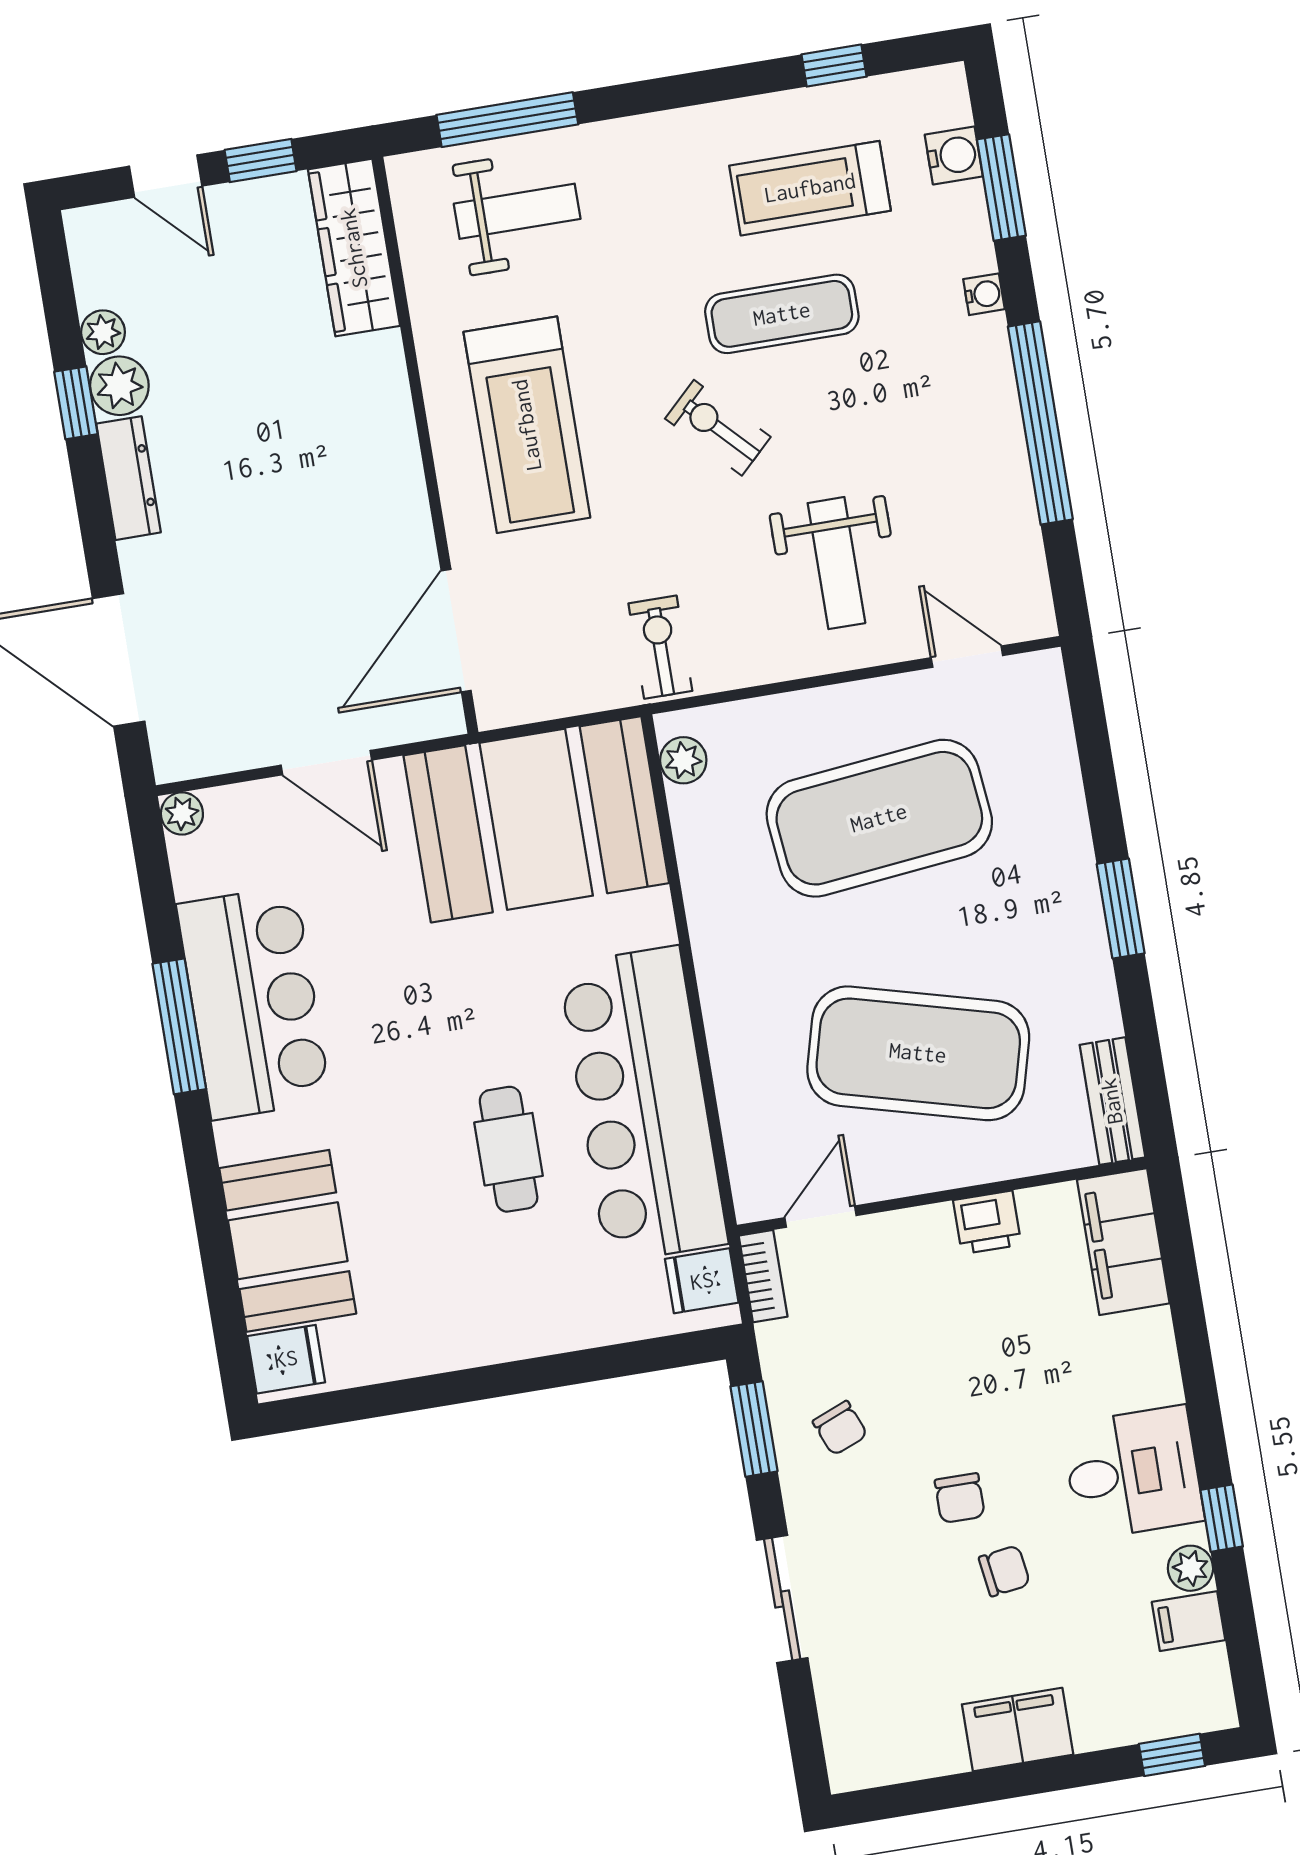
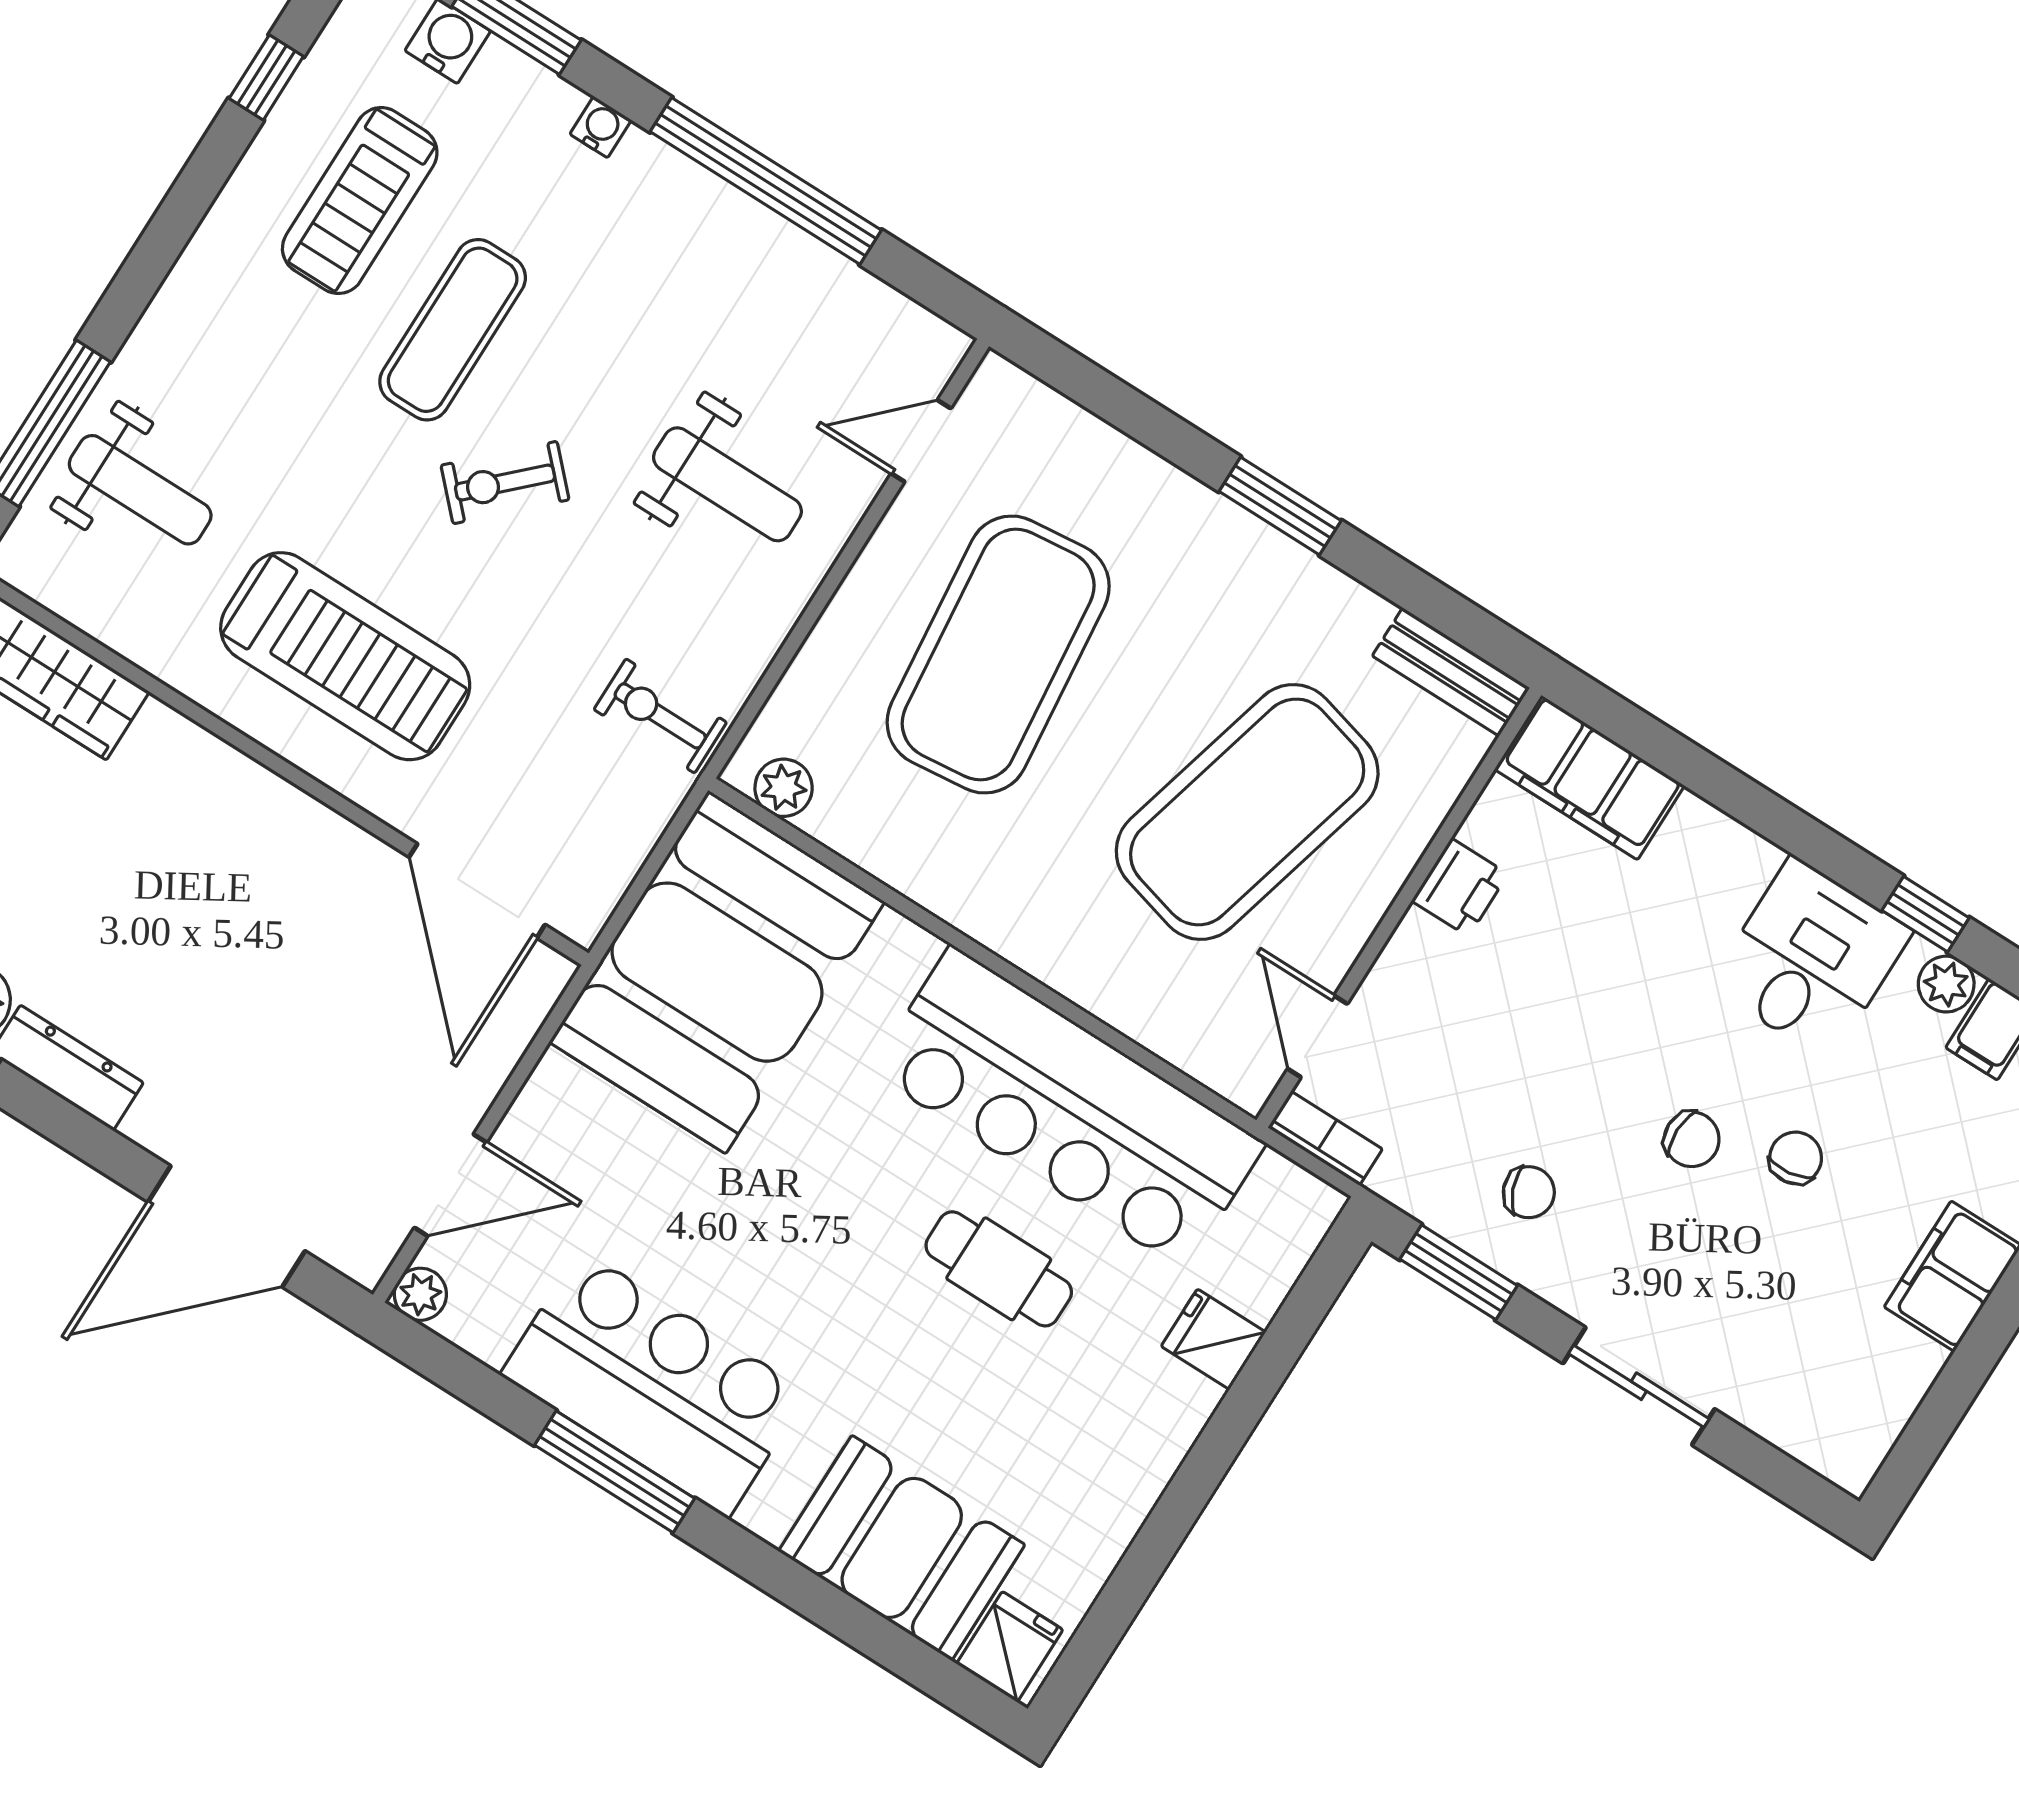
weight bench: (517, 211) -> (140, 490), turned 90
door: (326, 763) -> (451, 1185), moved
fridge: (702, 1281) -> (1213, 1339), moved, turned 90

